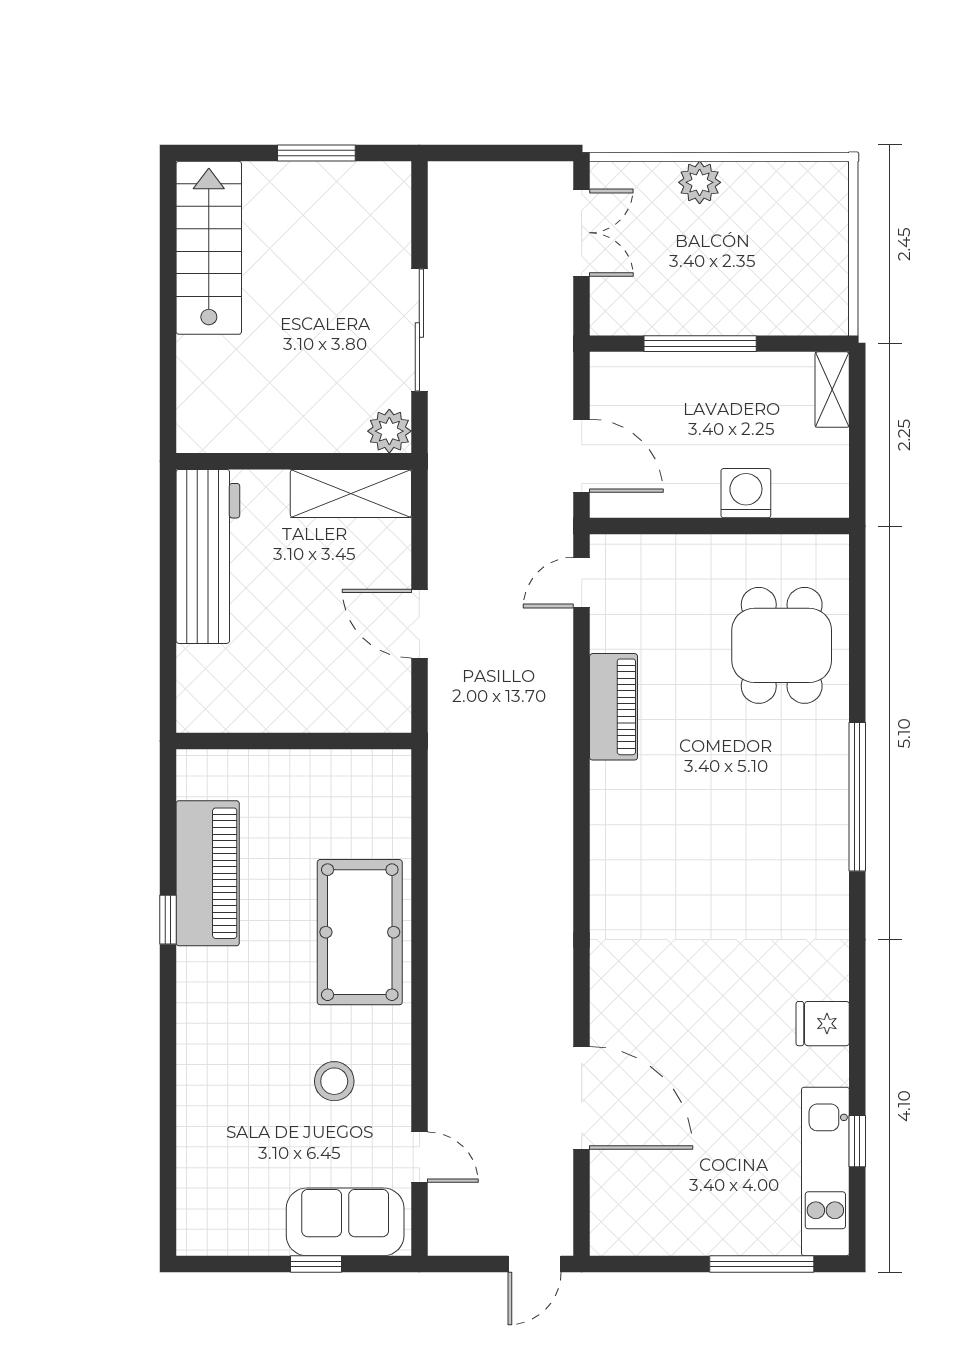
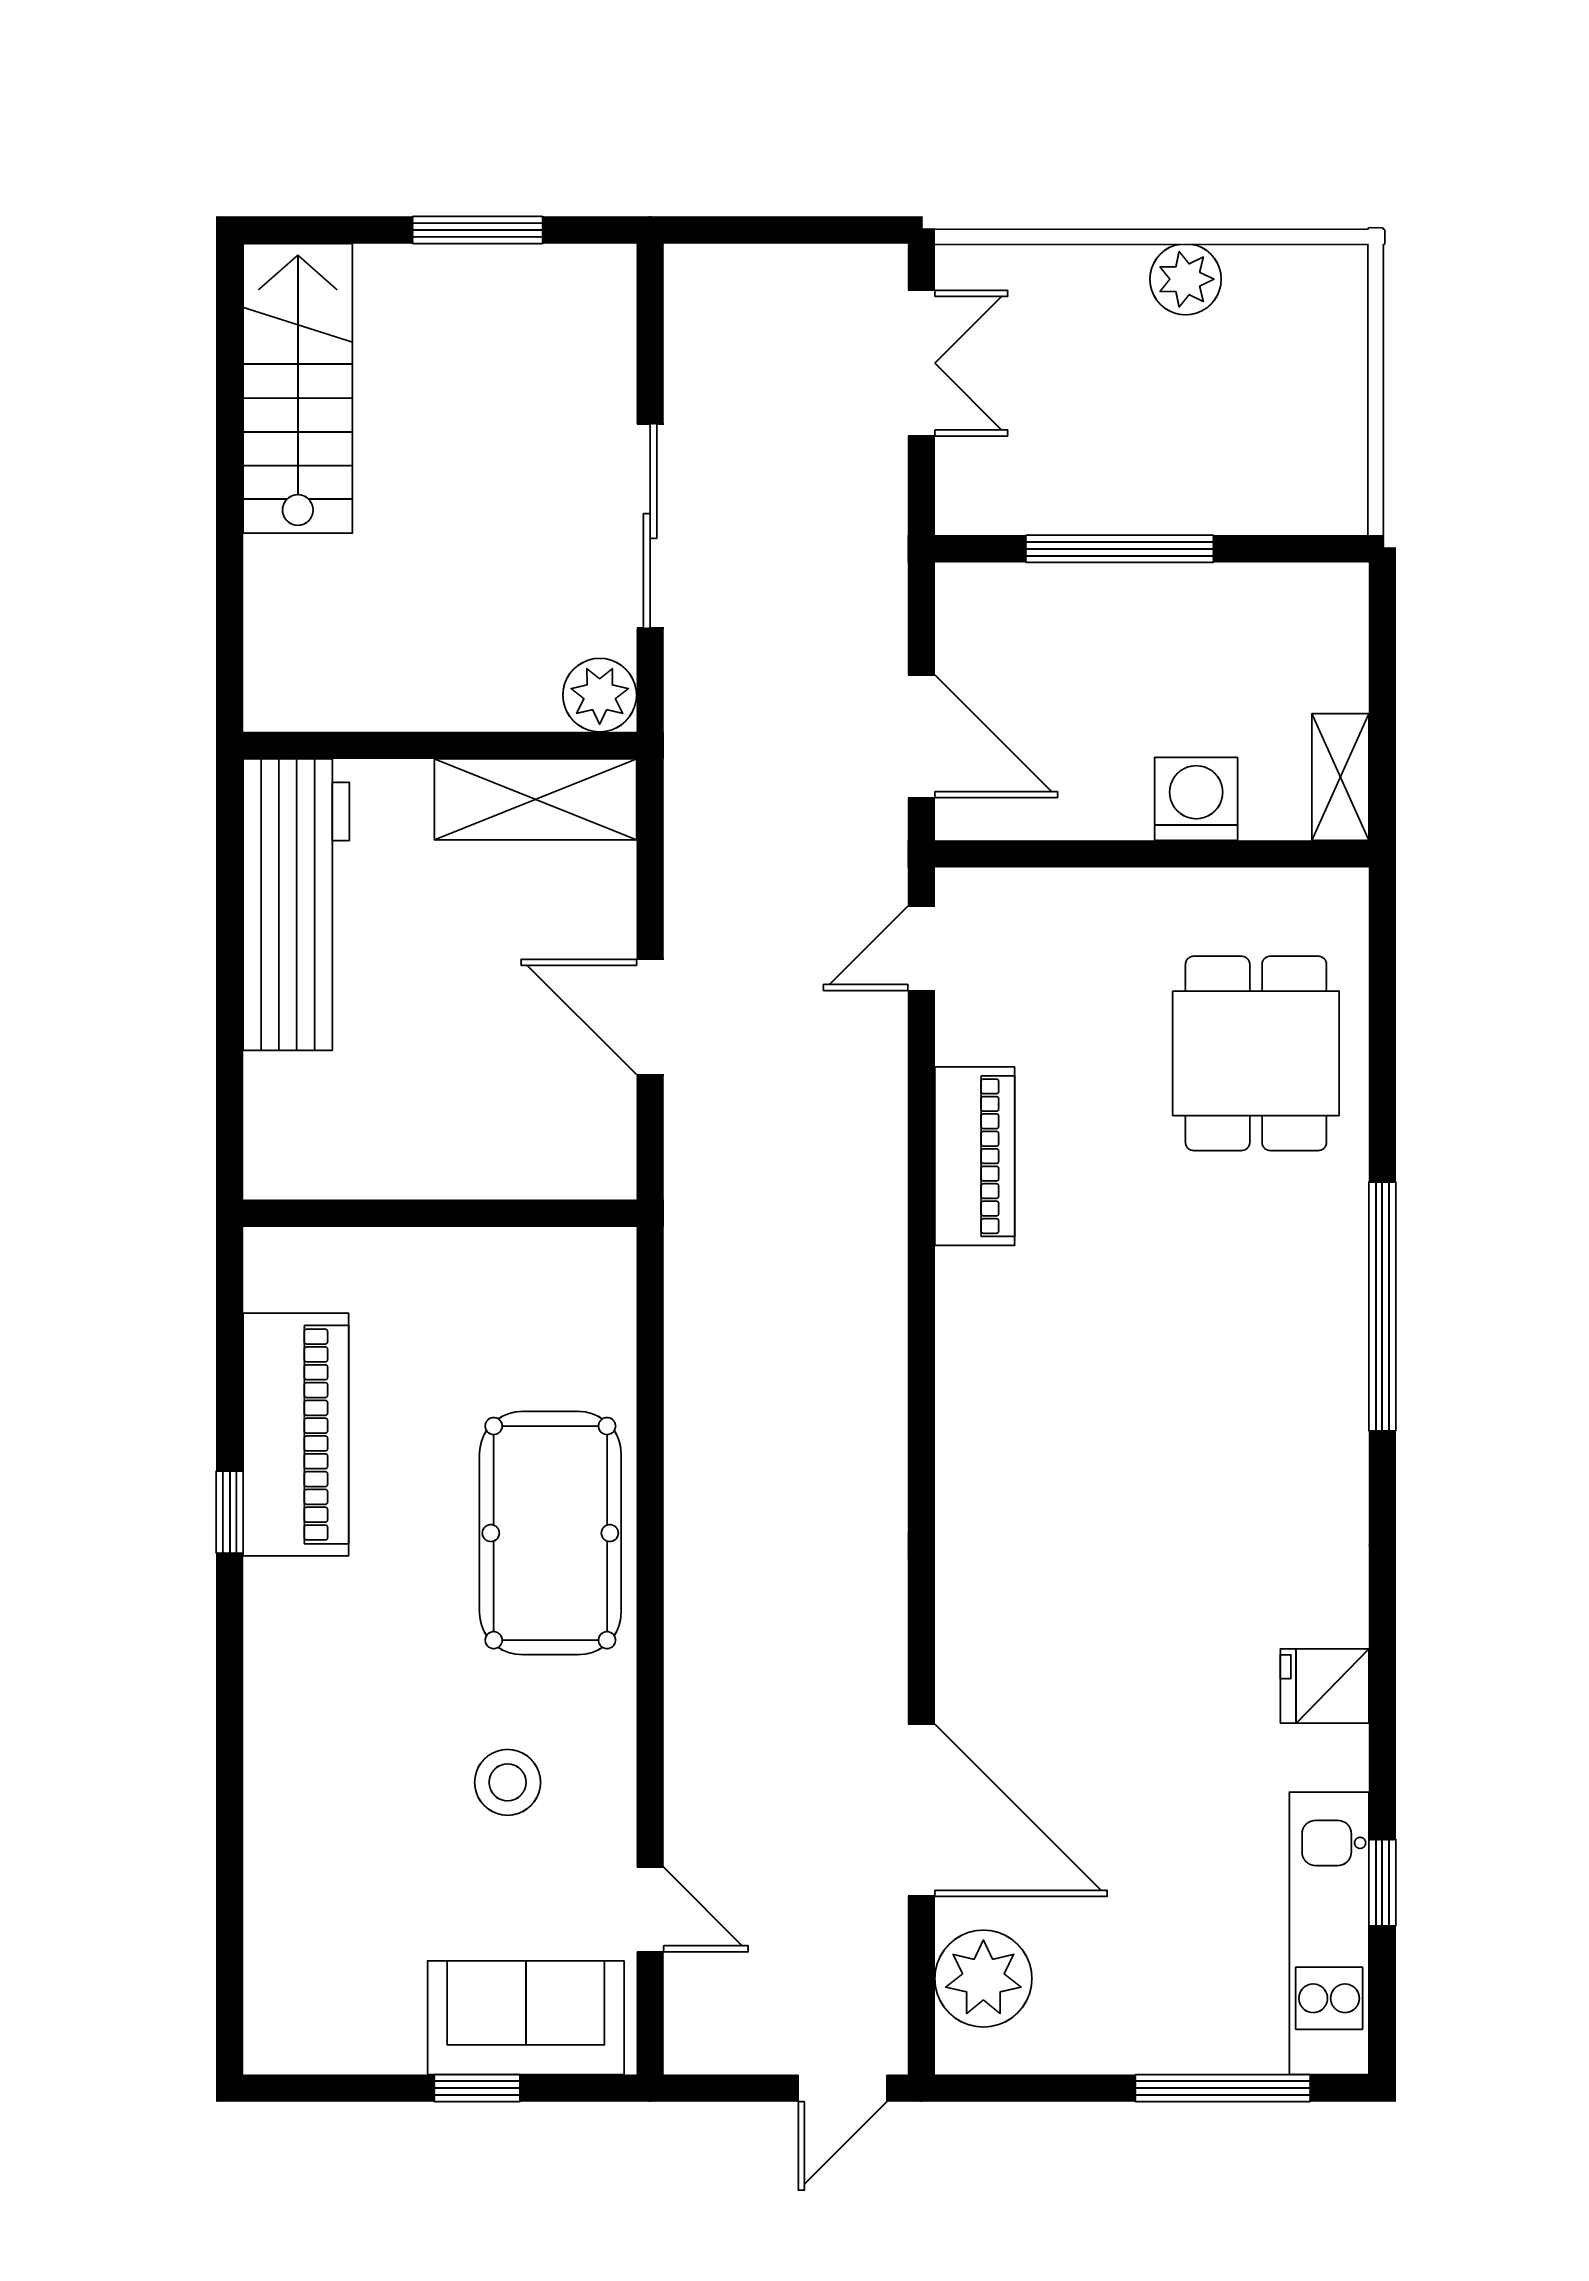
plant: (700, 182) -> (1186, 279), moved
shelving: (832, 390) -> (1340, 777), moved
plant: (619, 1198) -> (983, 1979), added

